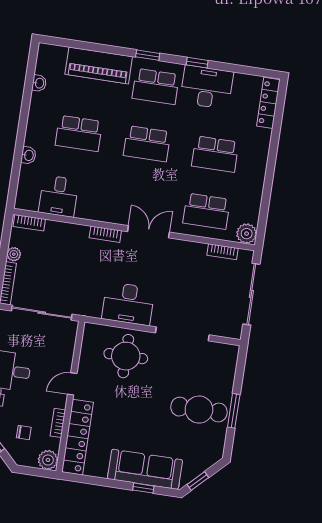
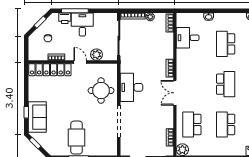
school desk: (147, 144) -> (226, 84), turned 180
double door: (148, 232) -> (175, 93), swing flipped
plant: (48, 460) -> (97, 55), moved
sofa: (145, 469) -> (37, 117), width x0.73

